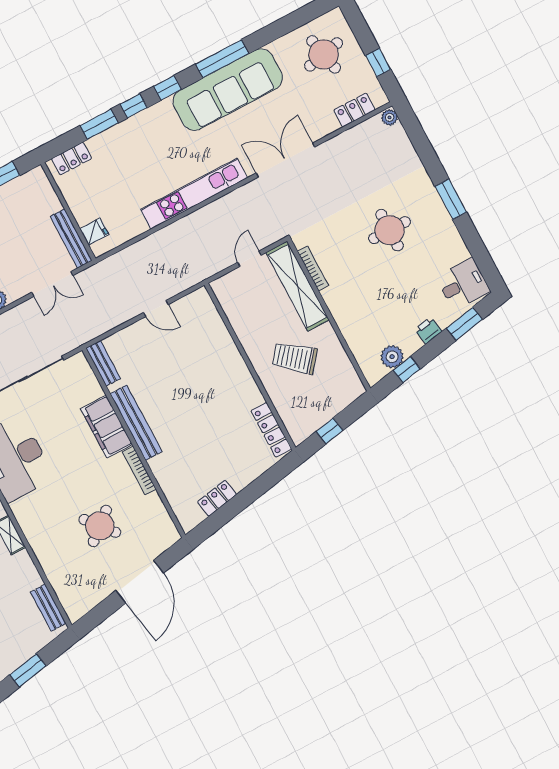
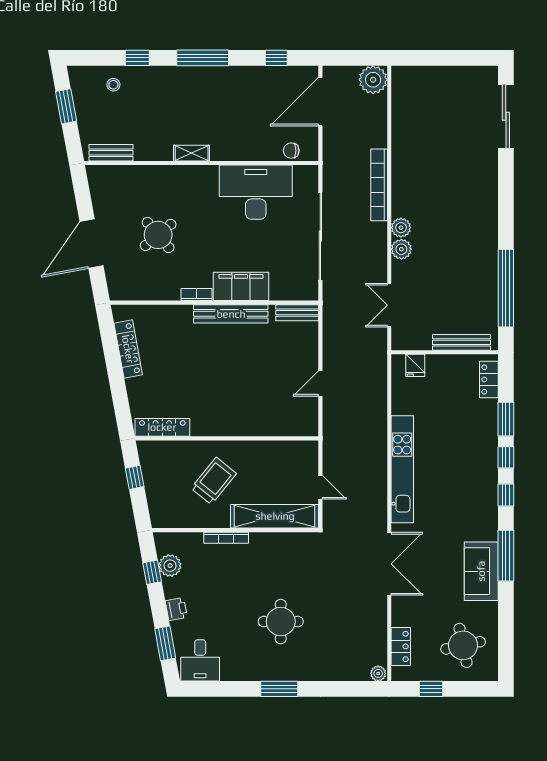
sofa: (228, 90) -> (481, 571), width x0.54, depth x0.79
bench: (71, 238) -> (462, 342), moved
bookcase: (313, 268) -> (226, 538), moved
bookcase: (139, 471) -> (197, 295), width x0.64
locker: (217, 498) -> (128, 349), width x1.53
door: (140, 582) -> (92, 244), hinge flipped

